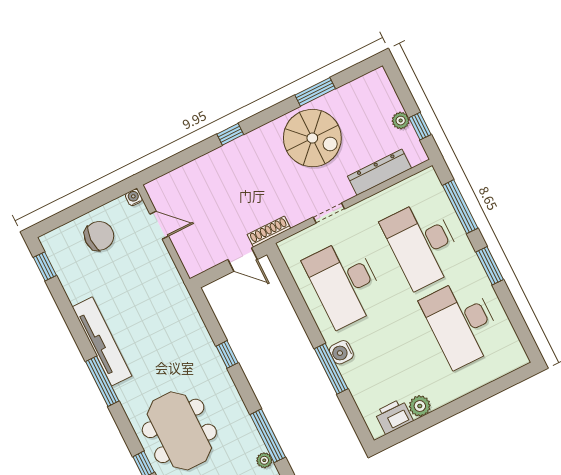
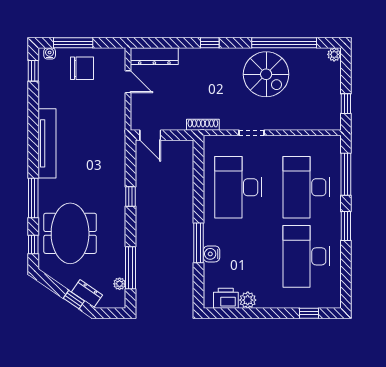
window: (315, 92) -> (284, 43), width x2.11
plant: (401, 121) -> (334, 54), moved
dresser: (379, 172) -> (154, 56), moved, turned 180
water cooler: (134, 197) -> (50, 53), moved
window: (74, 212) -> (73, 43), added
door: (243, 260) -> (150, 135), moved
water cooler: (341, 352) -> (211, 254), moved
window: (102, 381) -> (33, 198), moved
window: (497, 386) -> (309, 313), added

